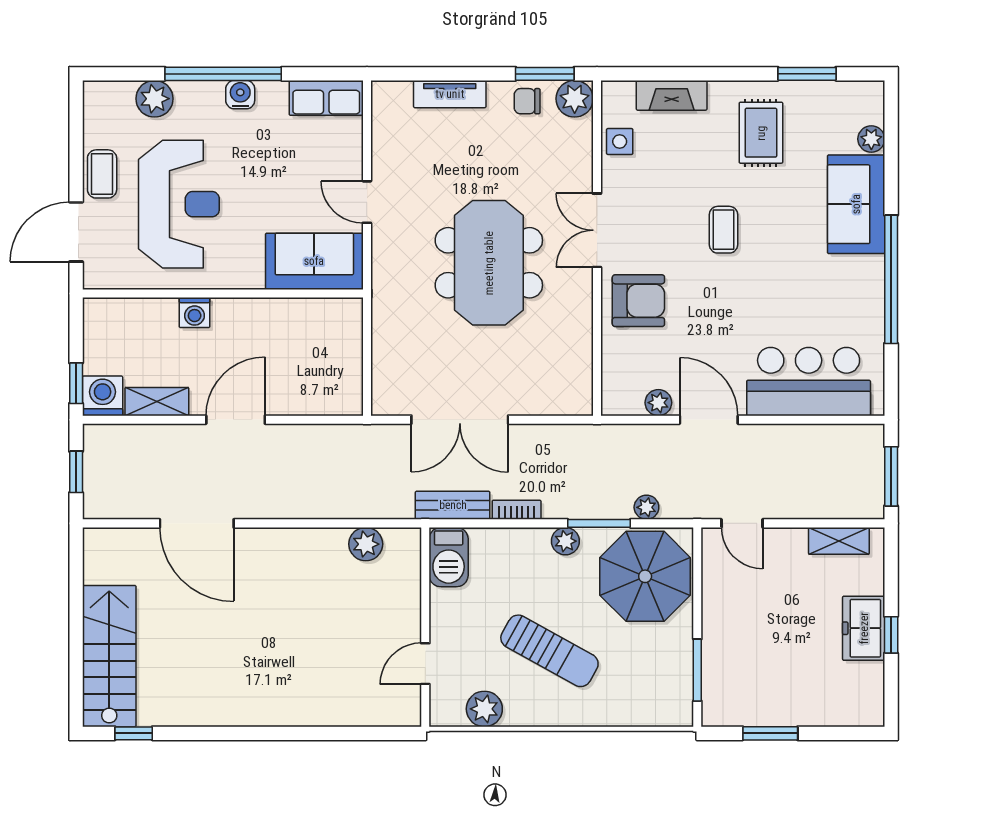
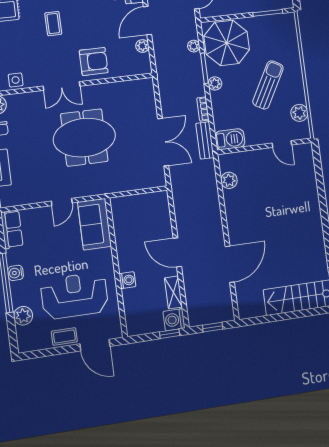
coffee table: (723, 230) -> (53, 24), turned 90
armchair: (638, 301) -> (94, 62), turned 90

